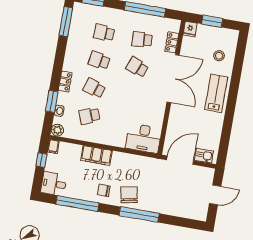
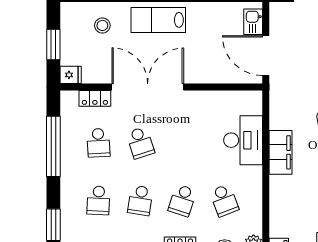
school desk: (137, 67) -> (140, 143), turned -39
desk: (144, 138) -> (243, 140), moved
filing cabinet: (96, 155) -> (281, 152), moved

